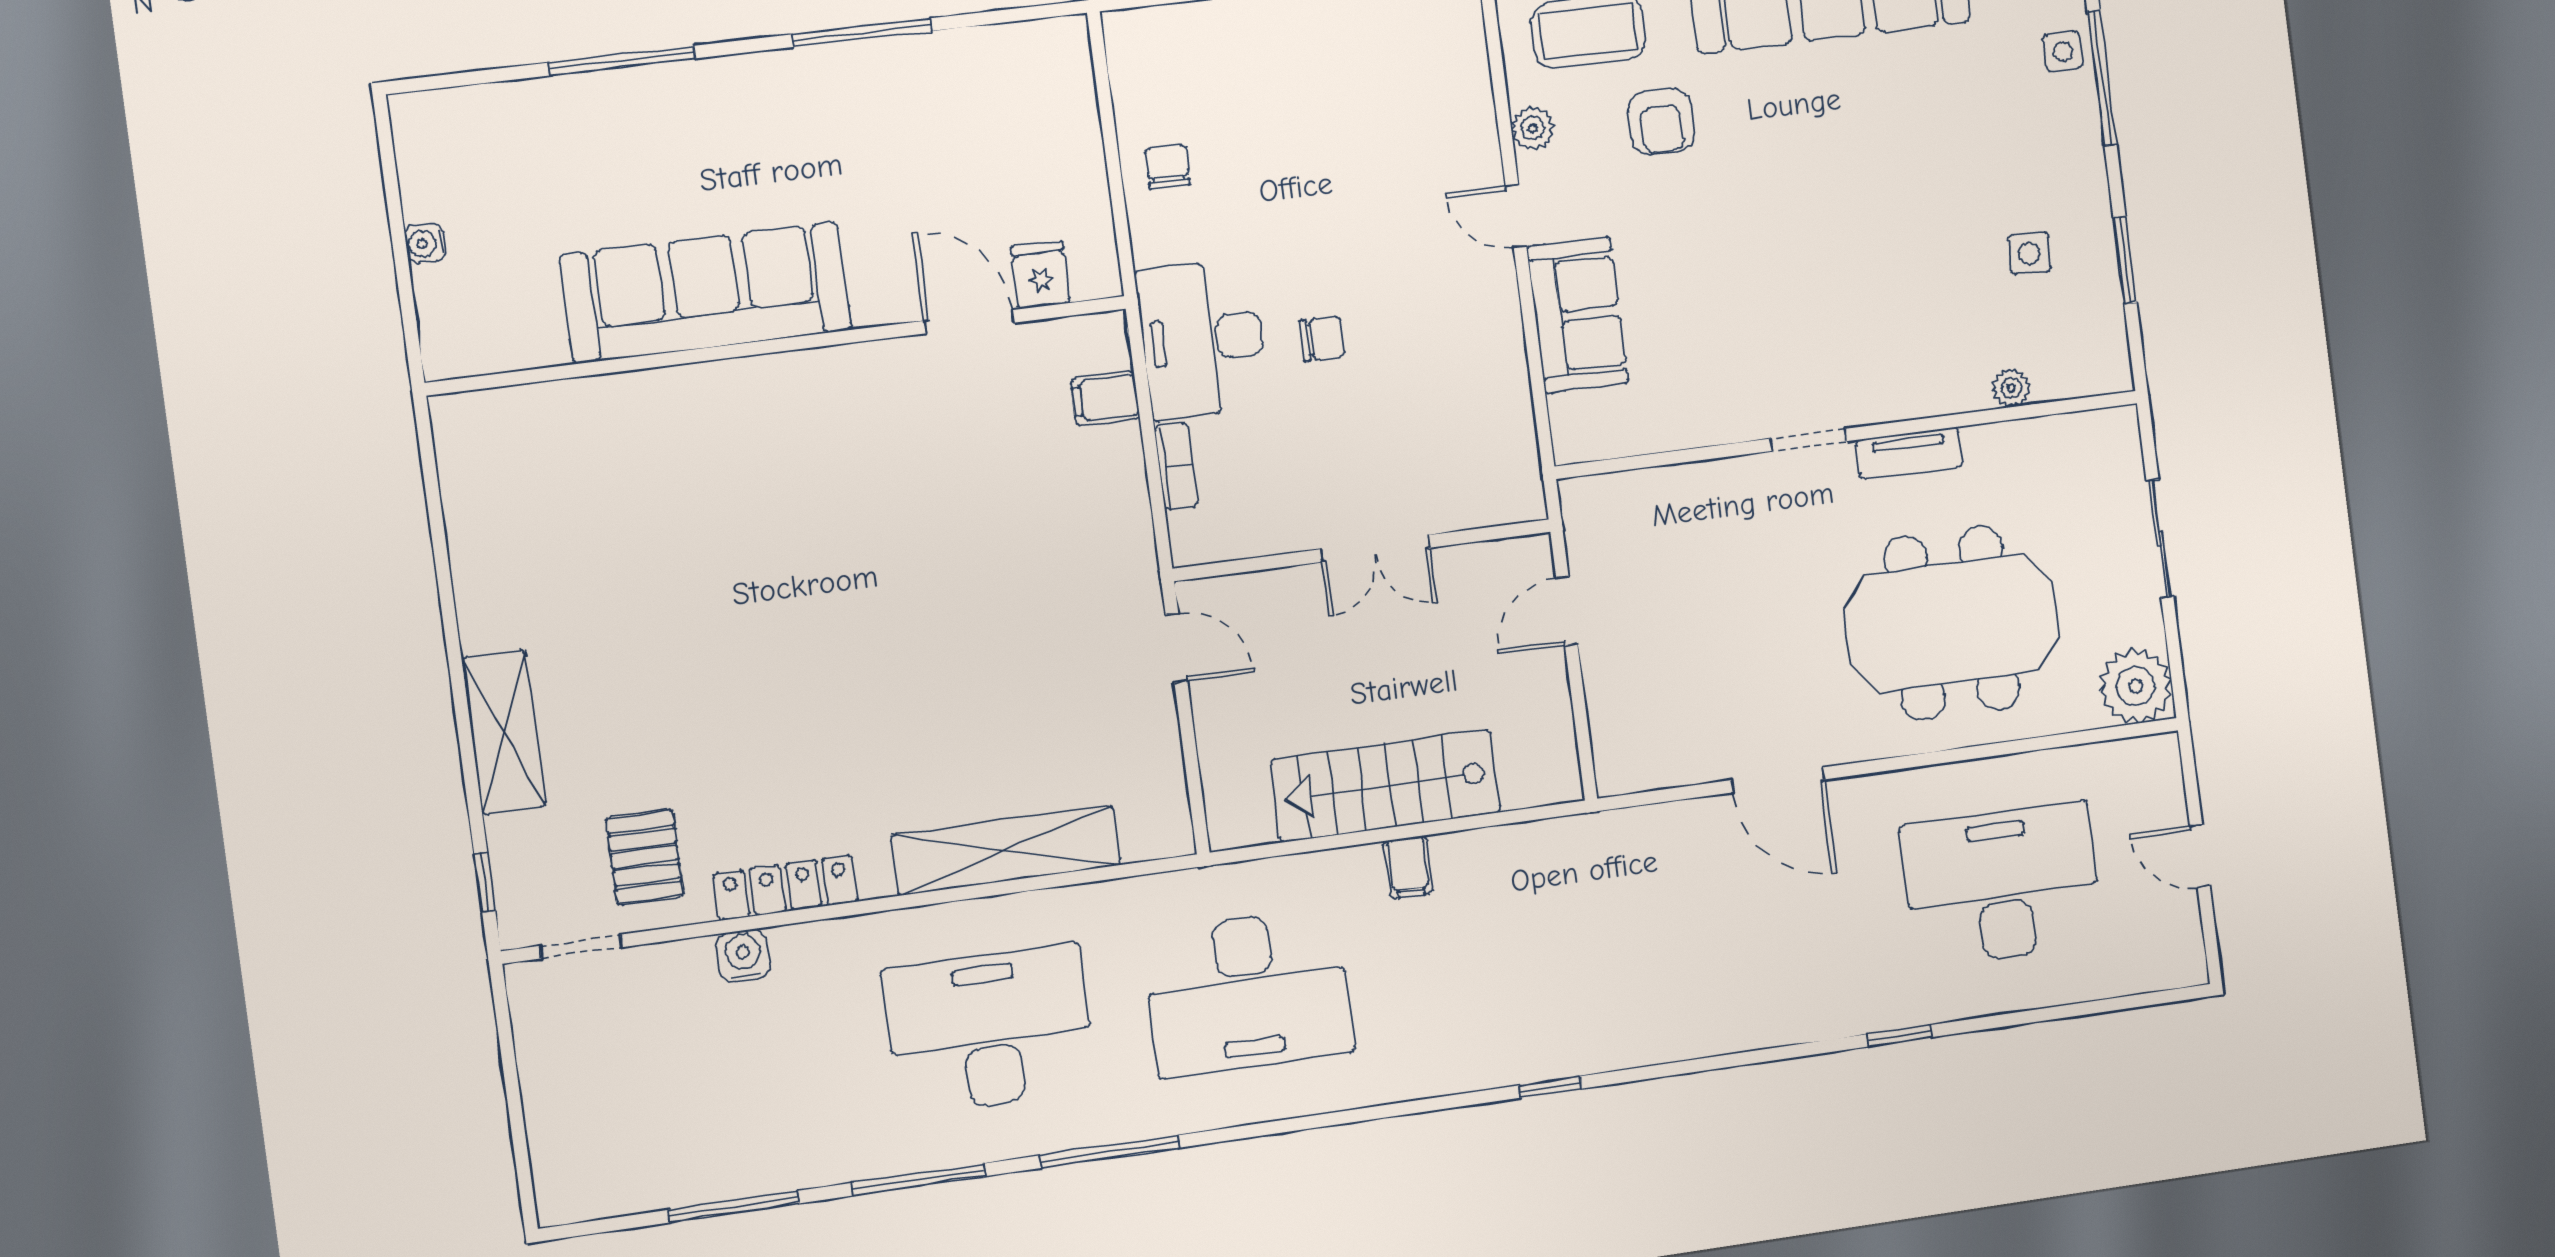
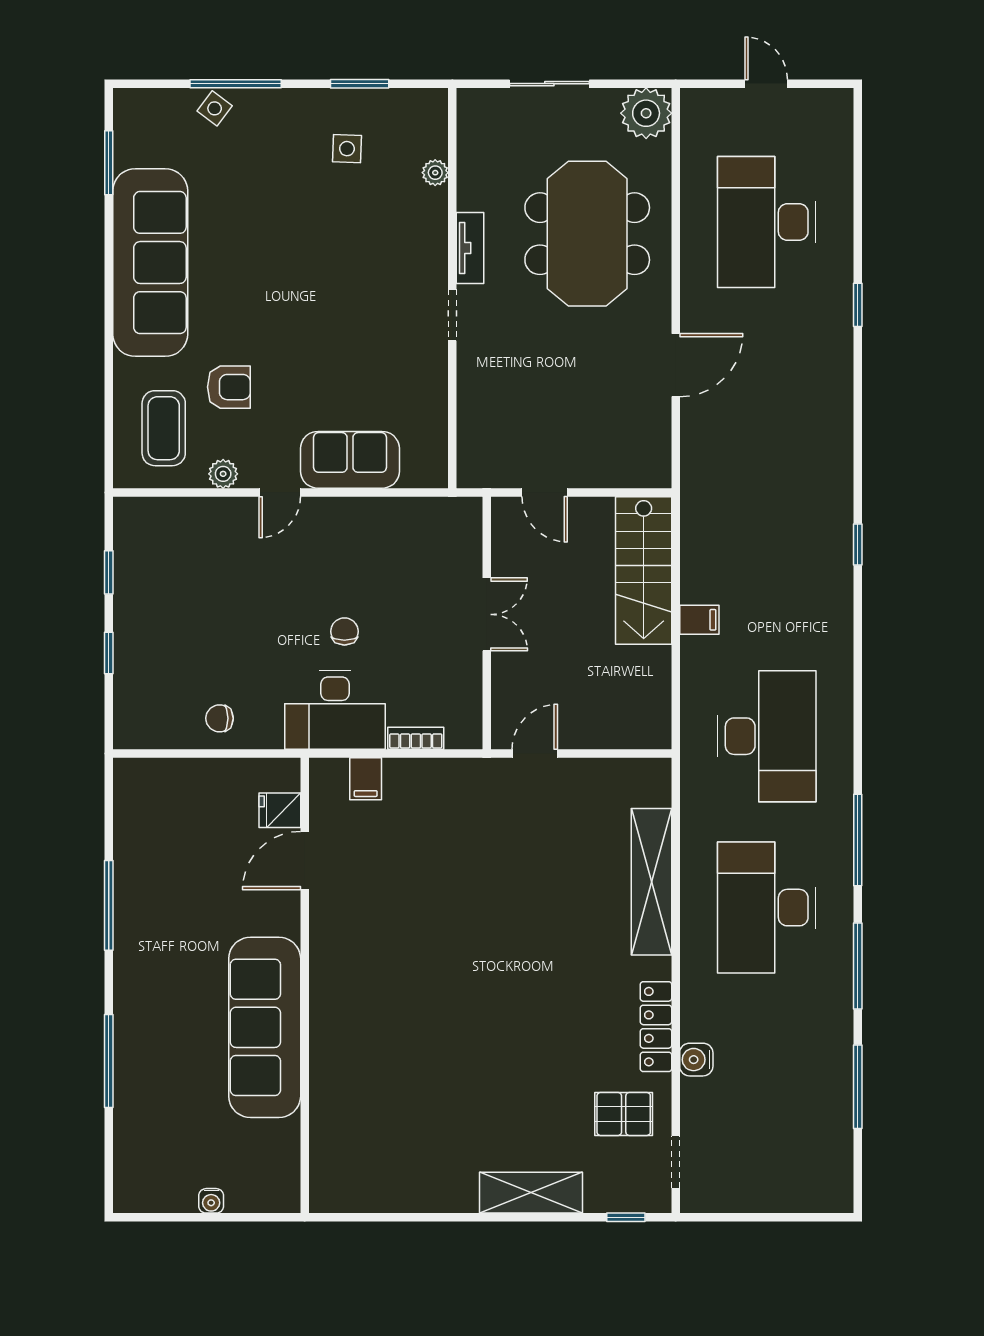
side table: (2063, 51) -> (215, 108), turned 37
stairs: (1386, 786) -> (644, 571), moved
door: (2200, 856) -> (766, 84), swing flipped

